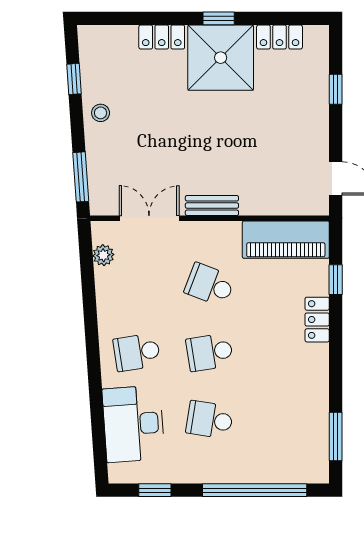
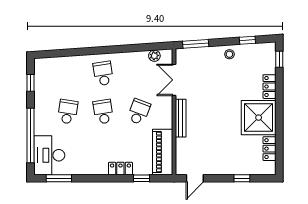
window: (219, 18) -> (279, 59), moved
bench: (212, 206) -> (181, 118), width x1.36
double door: (149, 218) -> (174, 80), swing flipped
desk: (133, 424) -> (49, 155), moved, turned -86

